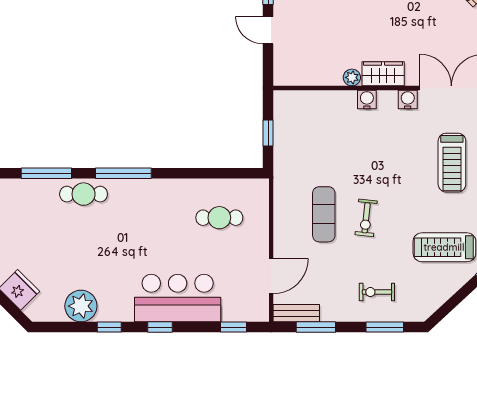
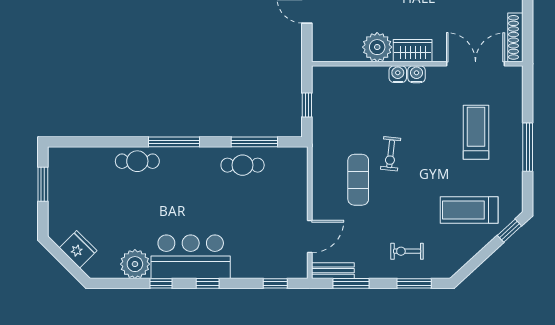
plant: (352, 77) -> (377, 47), width x1.88, depth x1.88
water cooler: (408, 99) -> (417, 74), moved
treadmill: (452, 163) -> (476, 132), turned 180
window: (46, 173) -> (254, 142), moved
cafe table: (219, 218) -> (243, 165), moved
exercise bike: (366, 218) -> (391, 154), moved
bar counter: (178, 298) -> (191, 257), moved

